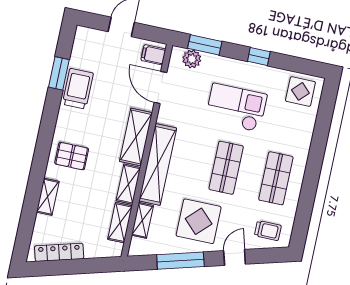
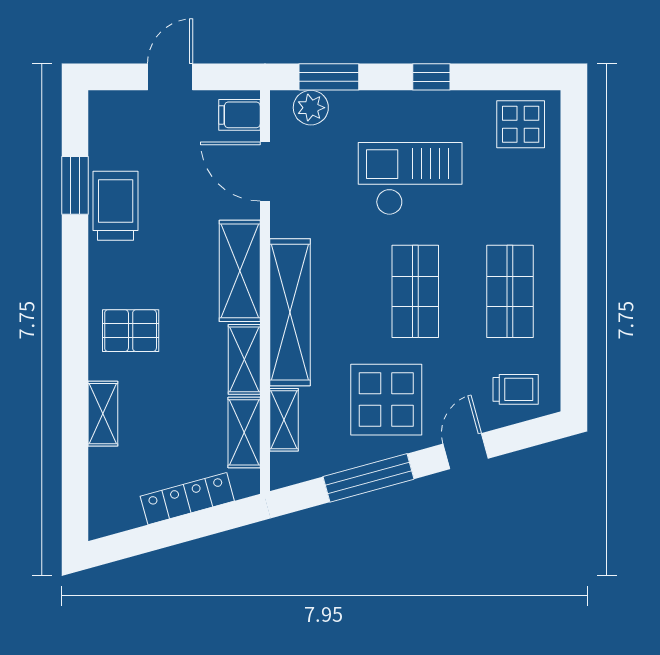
locker: (59, 252) -> (187, 499), moved

